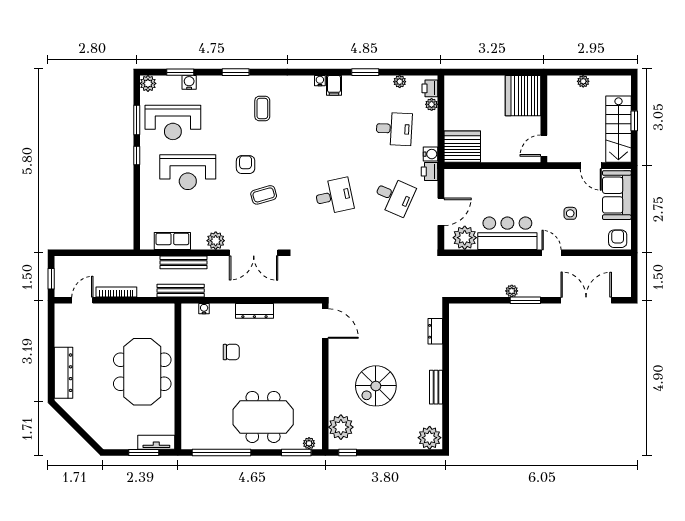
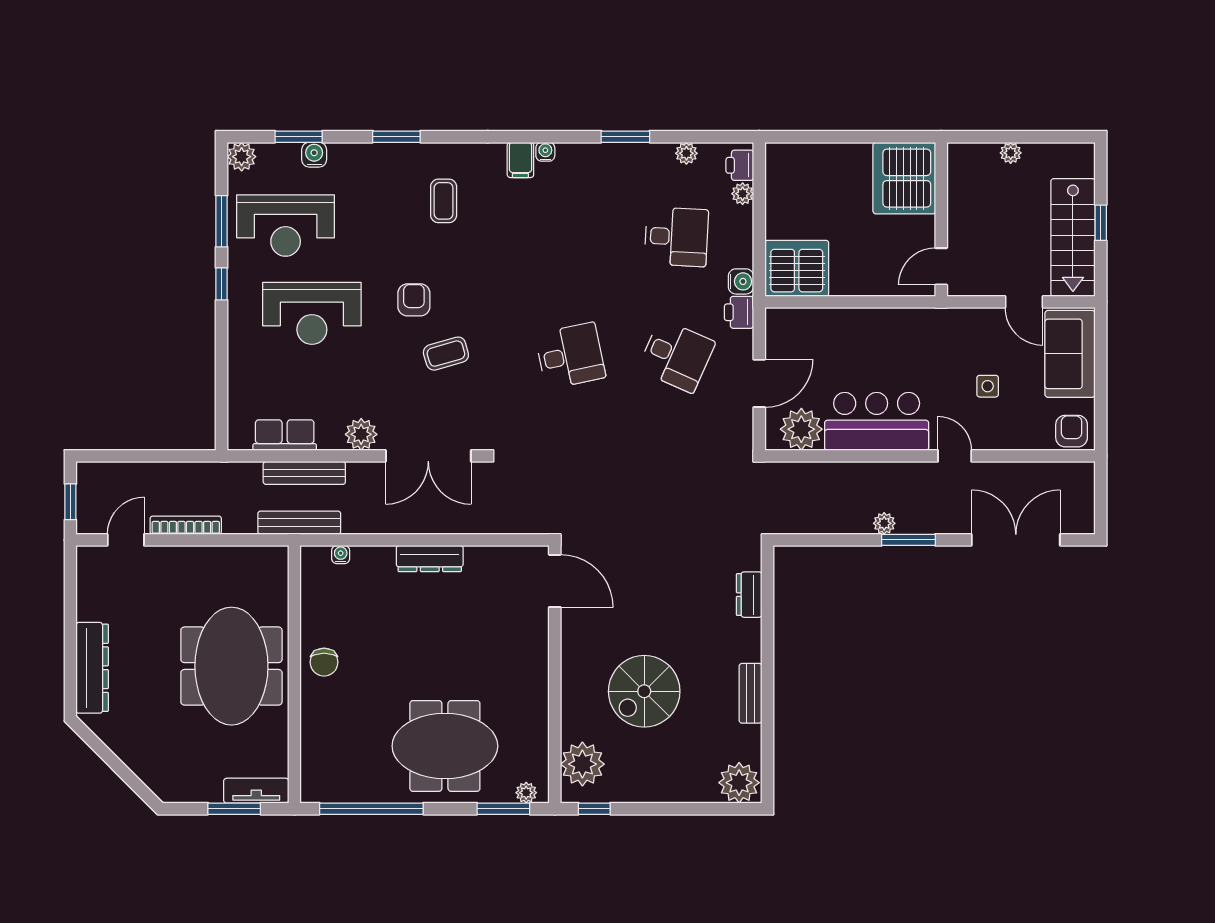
filing cabinet: (334, 85) -> (520, 160), moved
chair: (231, 352) -> (324, 662), moved, turned 90

